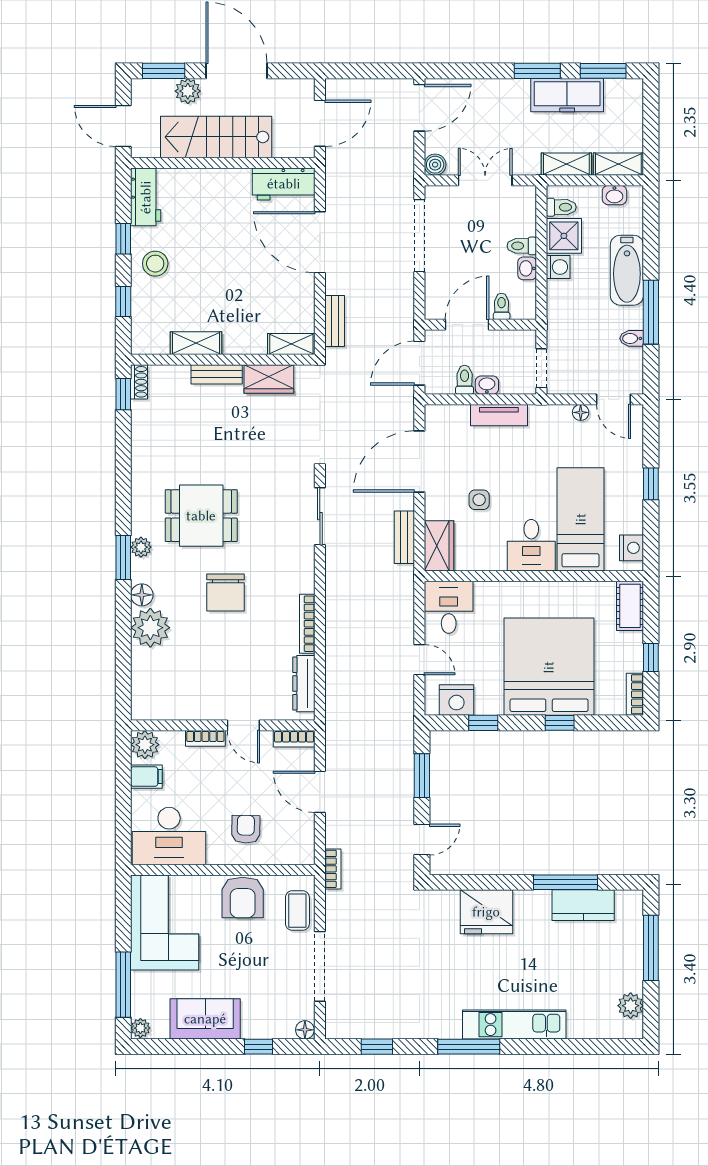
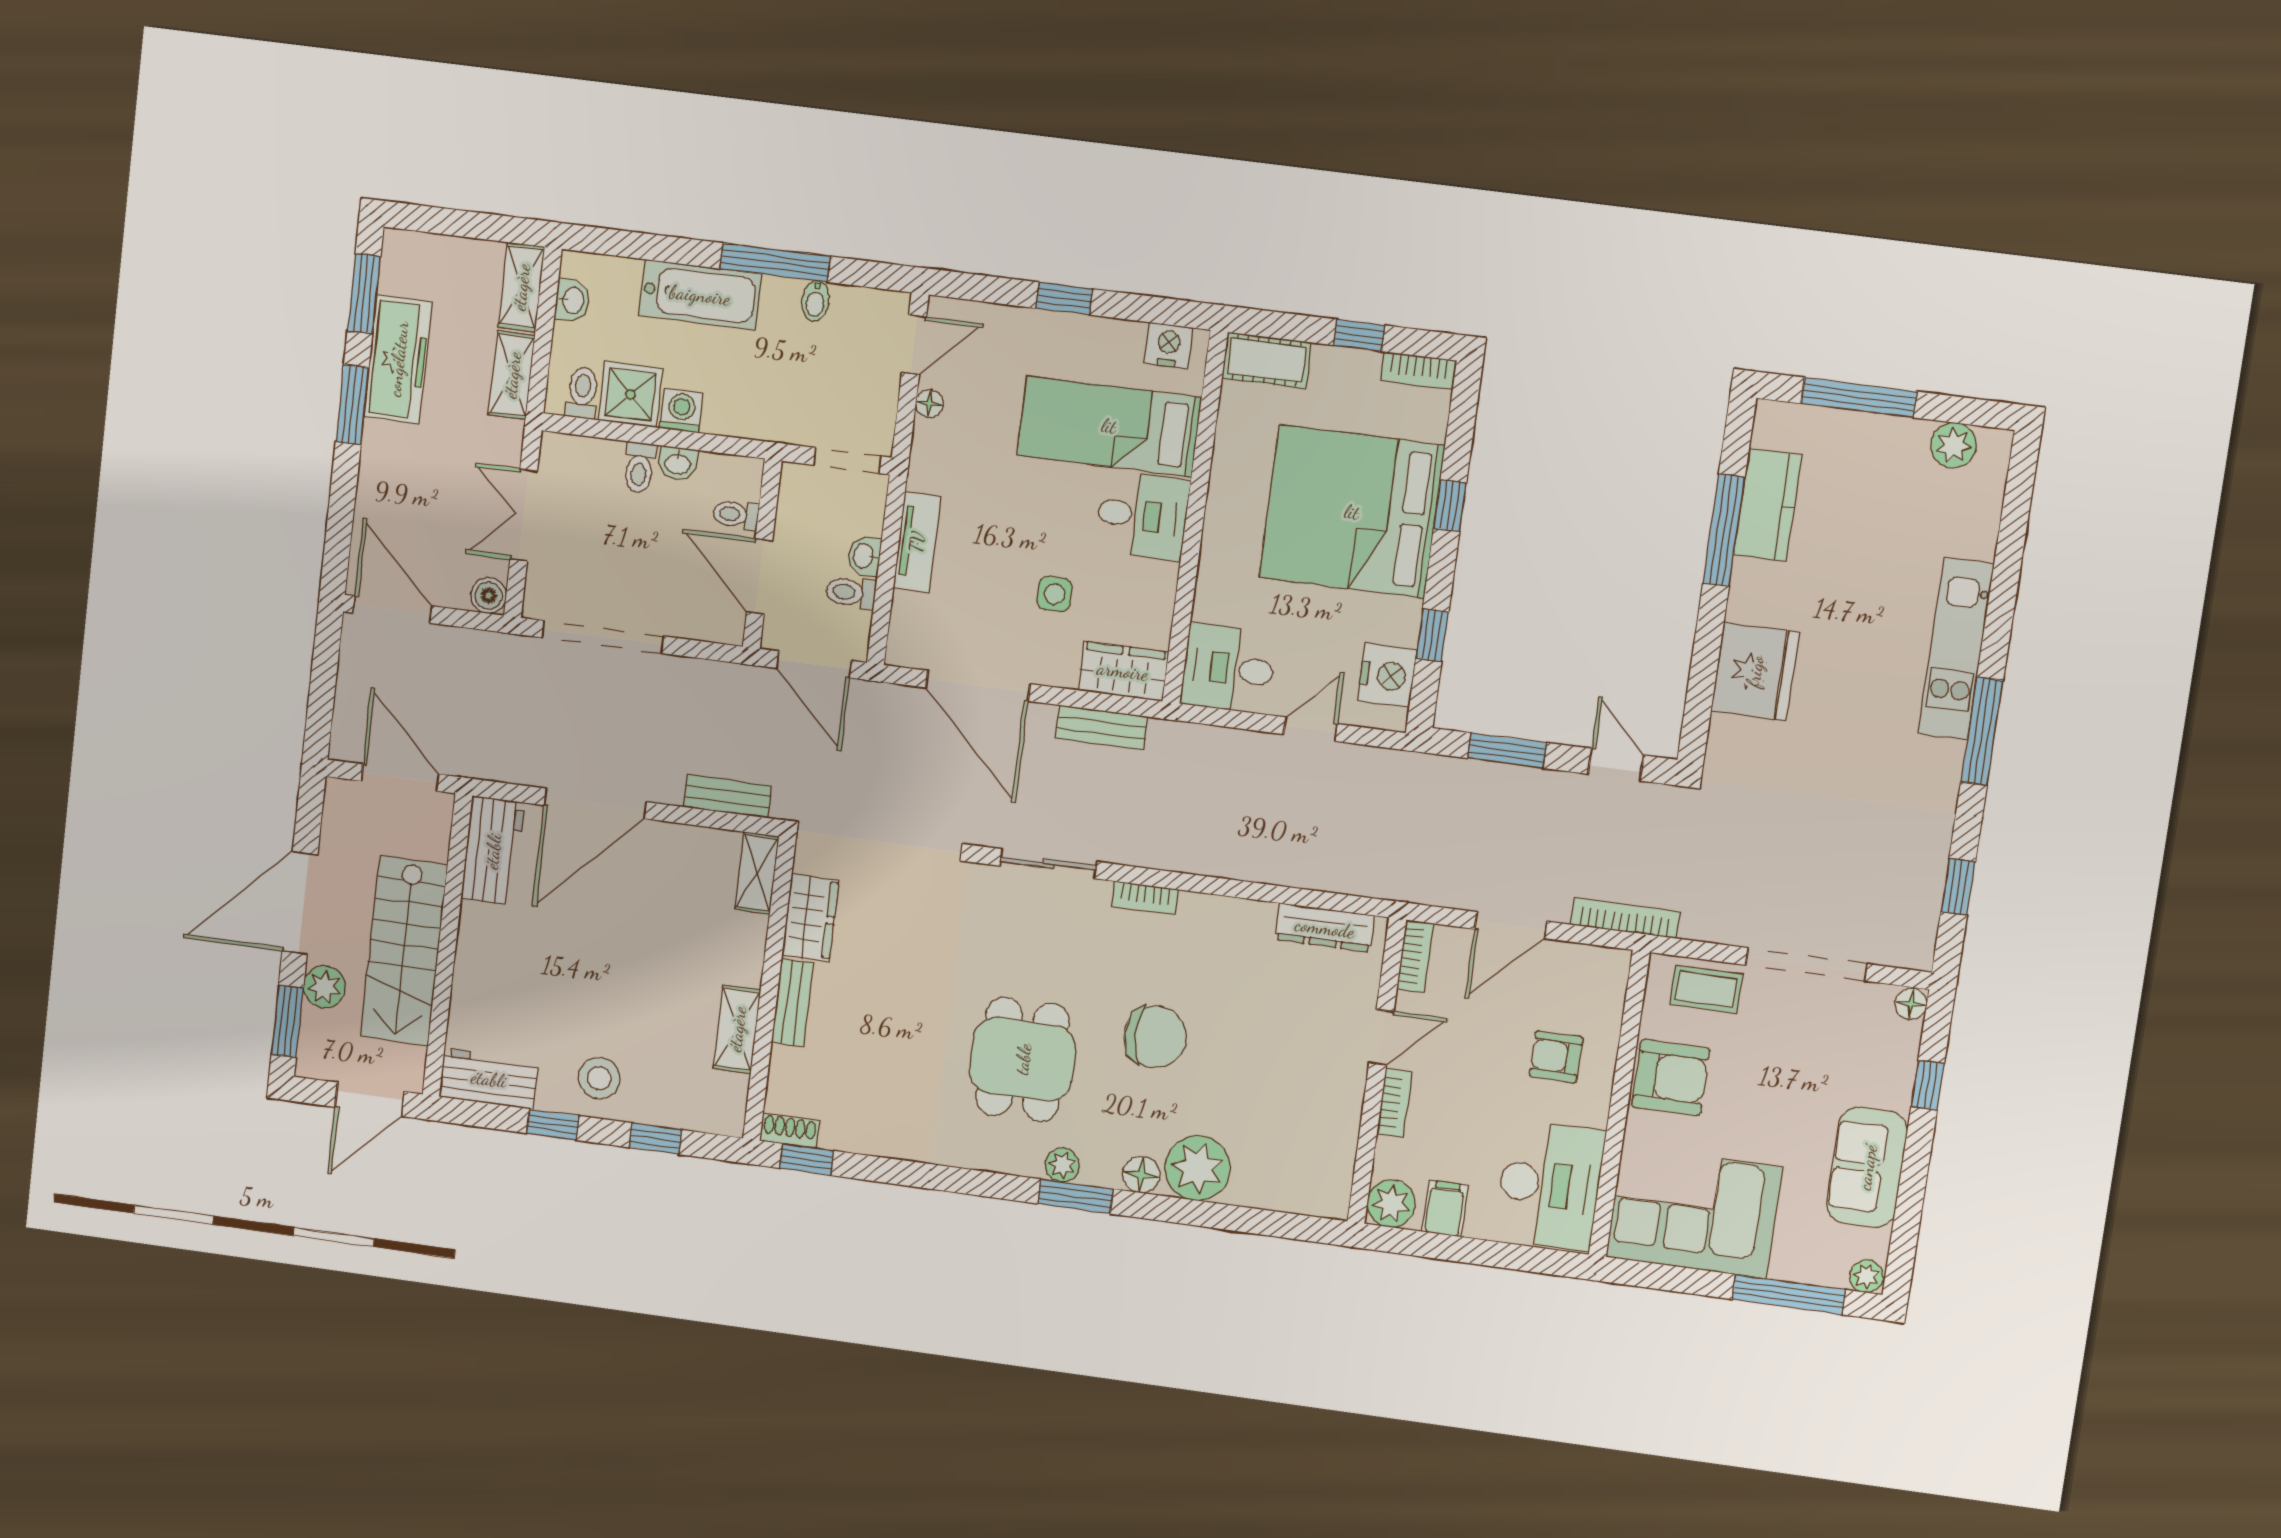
bookcase: (307, 624) -> (1145, 898), moved, width x0.64
bookcase: (333, 869) -> (1625, 918), width x1.56

